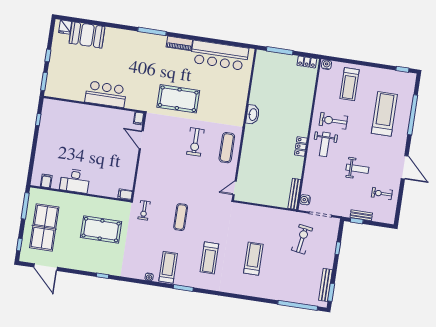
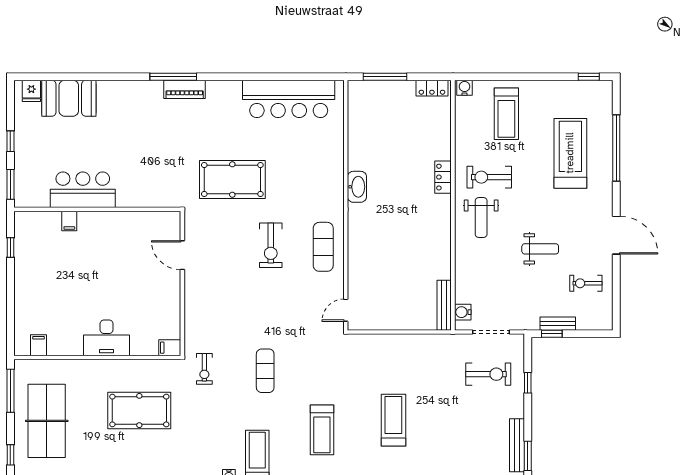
piano: (179, 43) -> (185, 89), moved
bar counter: (106, 94) -> (83, 190), moved
filing cabinet: (139, 118) -> (69, 221), moved
locker: (301, 146) -> (443, 177), moved
desk: (75, 181) -> (107, 338), moved
exercise bike: (302, 239) -> (488, 374), moved, turned 81

